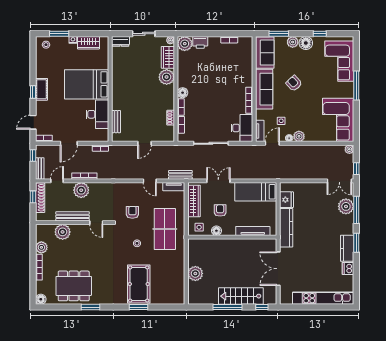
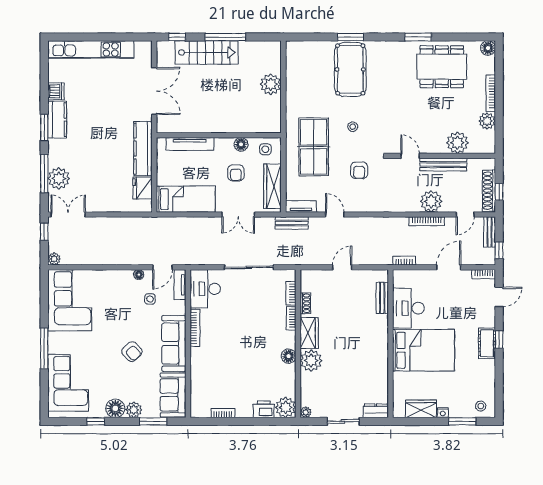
wardrobe: (168, 57) -> (309, 333), moved
floor lamp: (183, 93) -> (289, 356), moved
plant: (299, 136) -> (125, 277), removed

